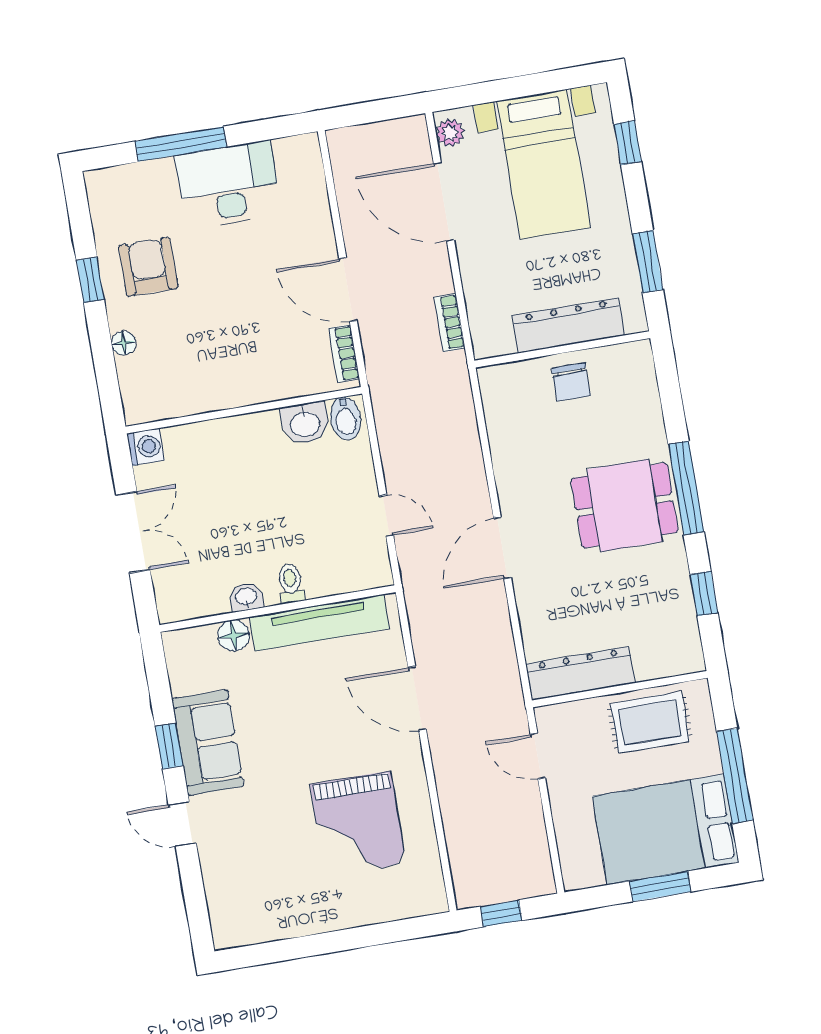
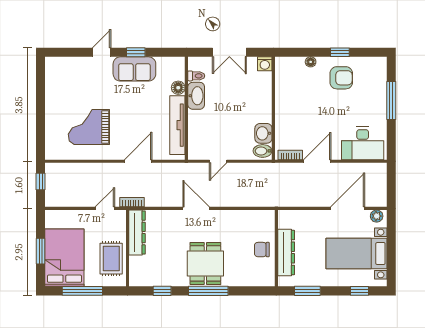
desk: (228, 185) -> (363, 143), moved, turned 90
bookcase: (449, 323) -> (132, 202), moved
toilet: (291, 583) -> (196, 76), moved
washbasin: (246, 597) -> (196, 96), width x1.91, depth x1.45

